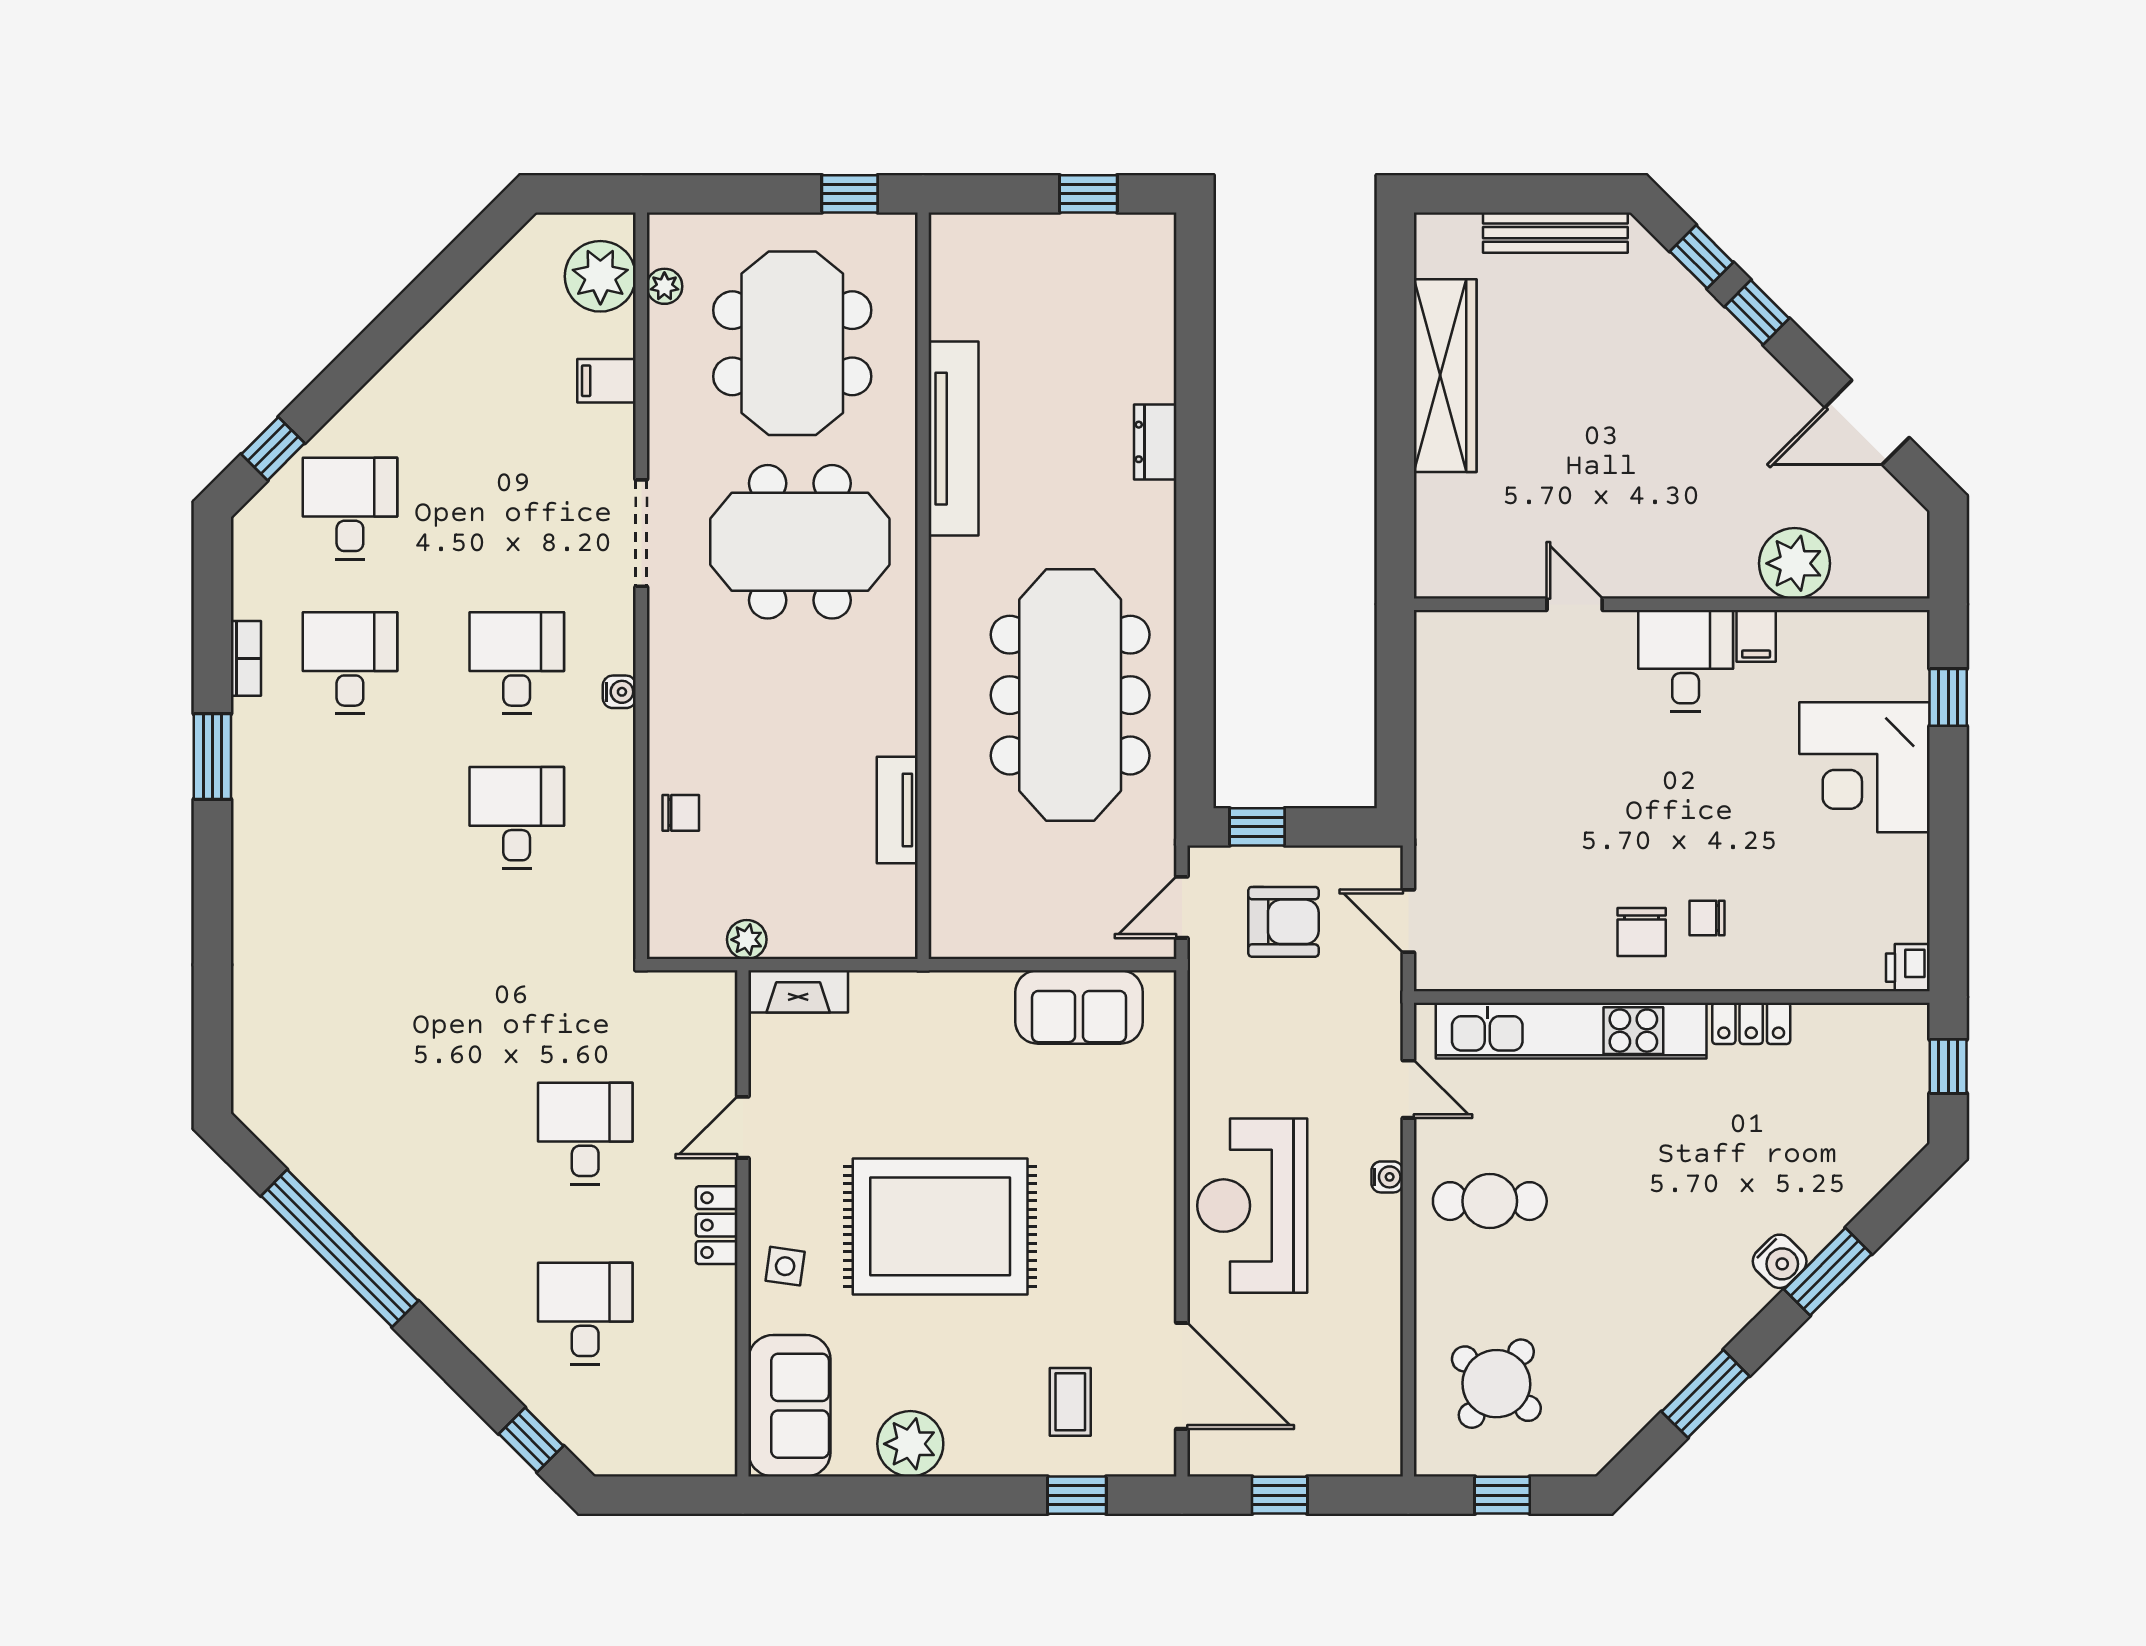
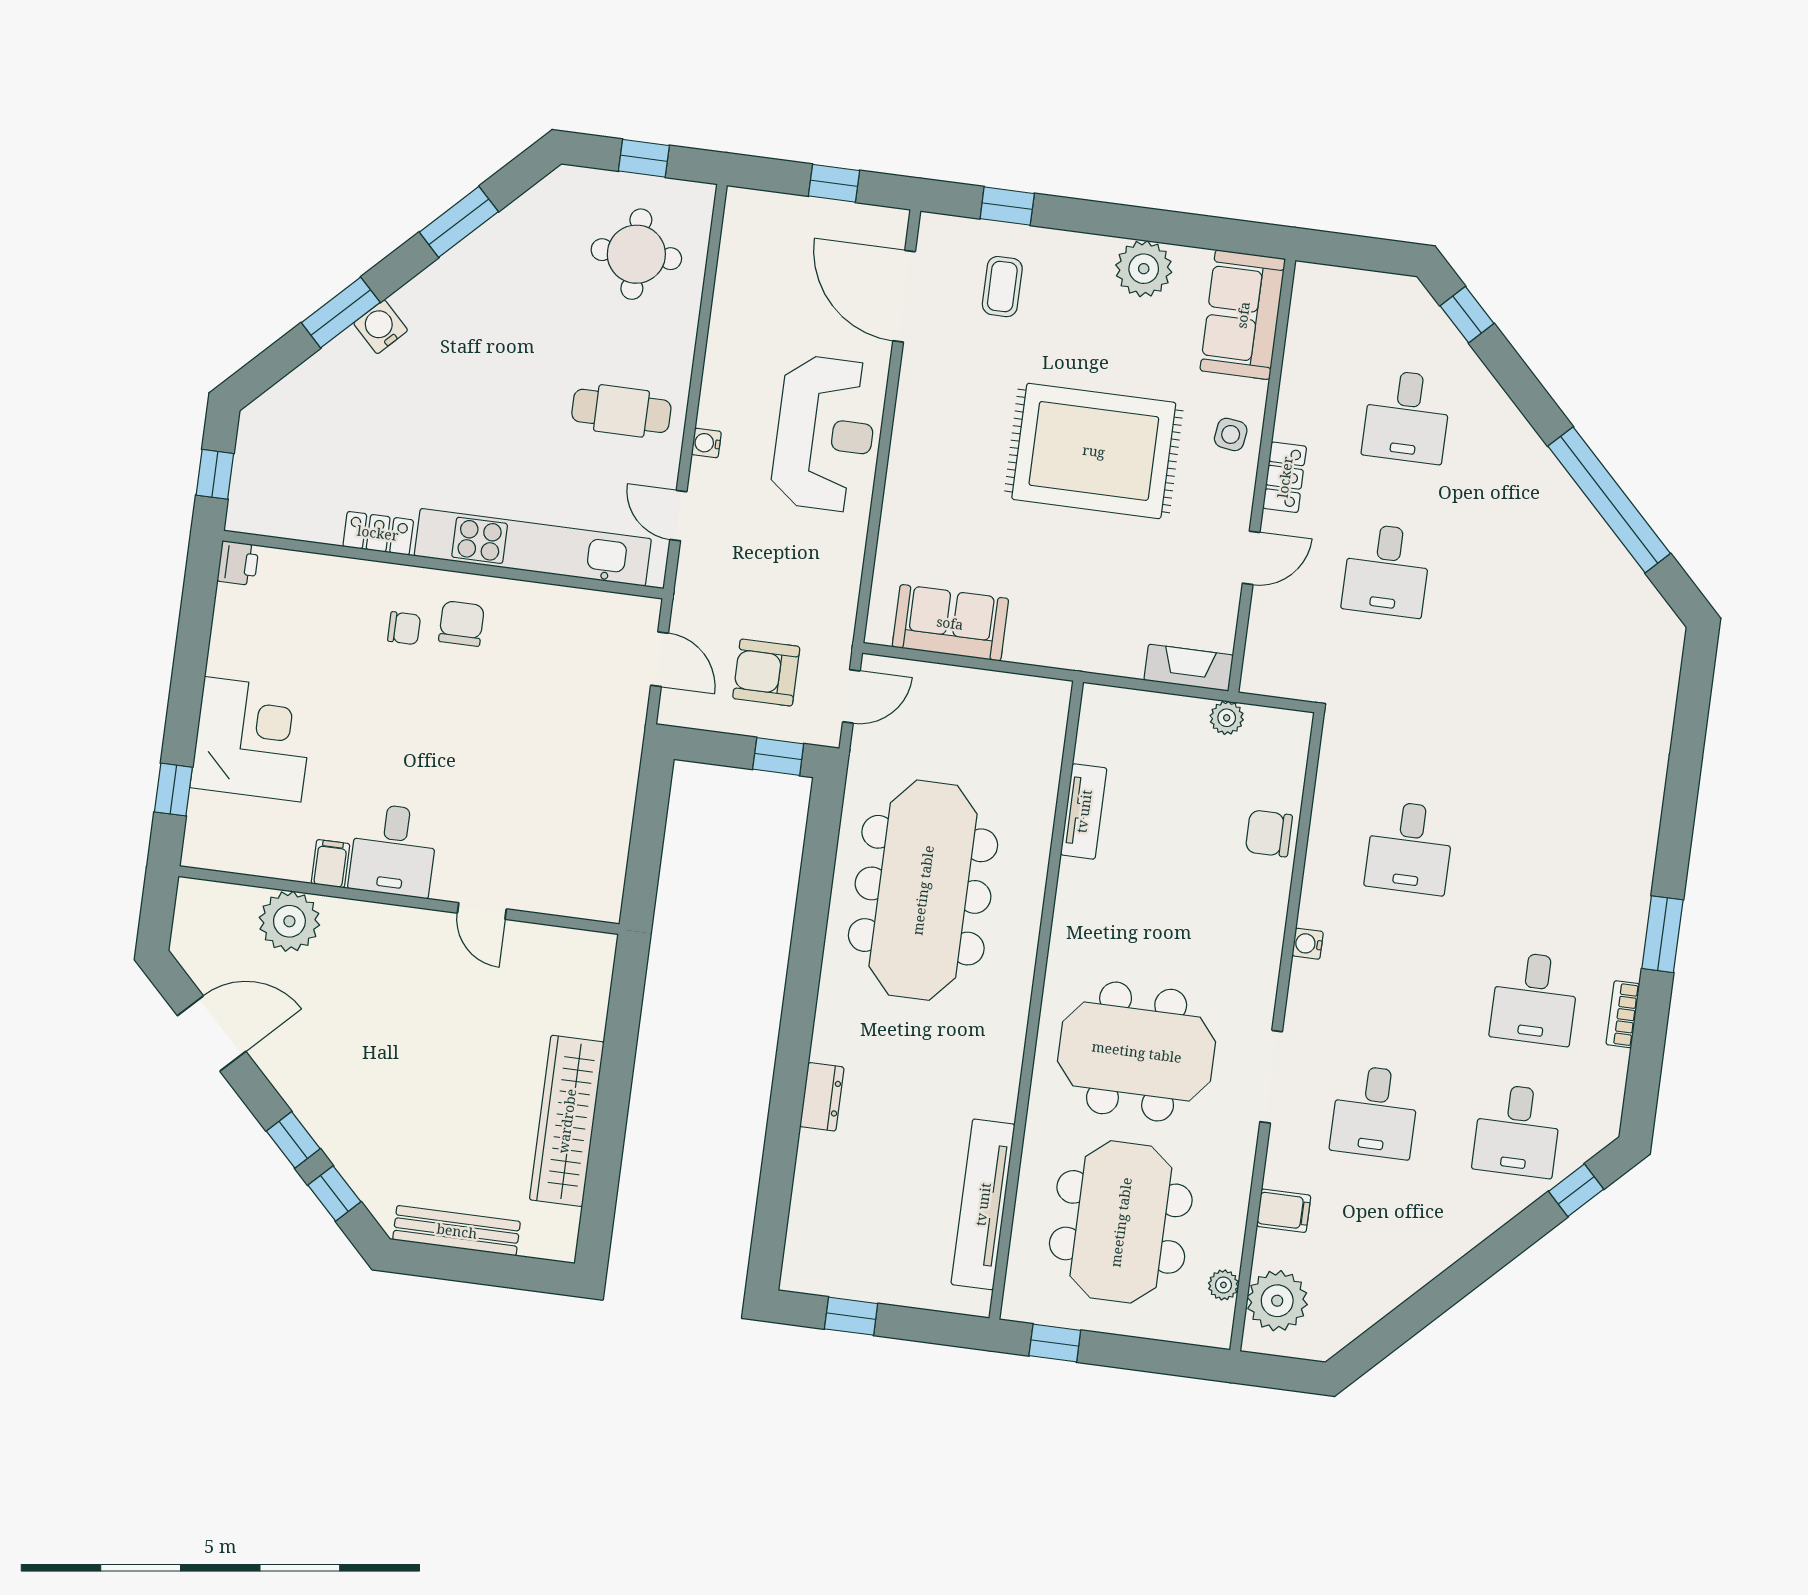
tv unit: (953, 439) -> (983, 1204), moved
desk: (517, 663) -> (1375, 1112), moved
chair: (681, 813) -> (1269, 833), width x1.37, depth x1.37
round table: (1496, 1384) -> (636, 254), turned -38

